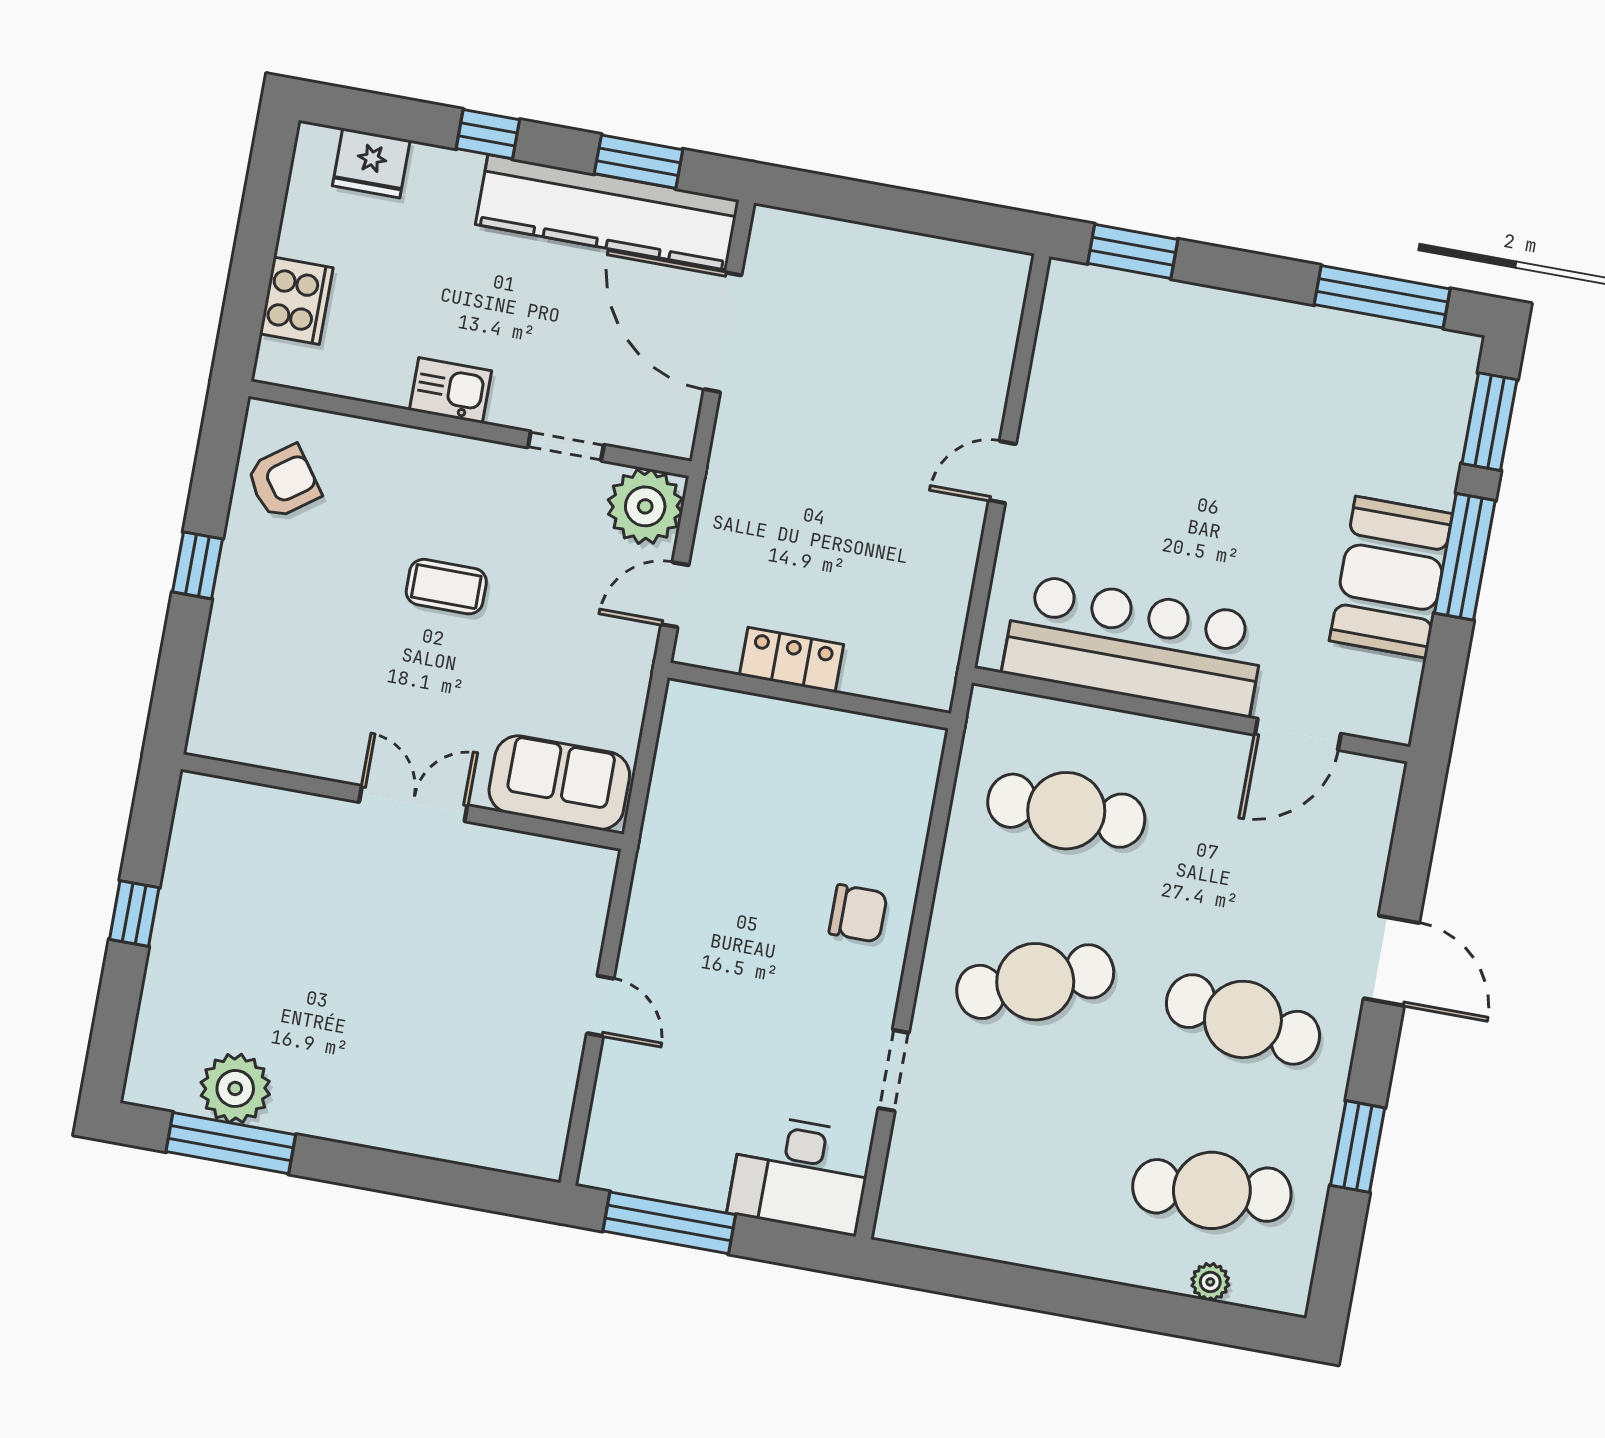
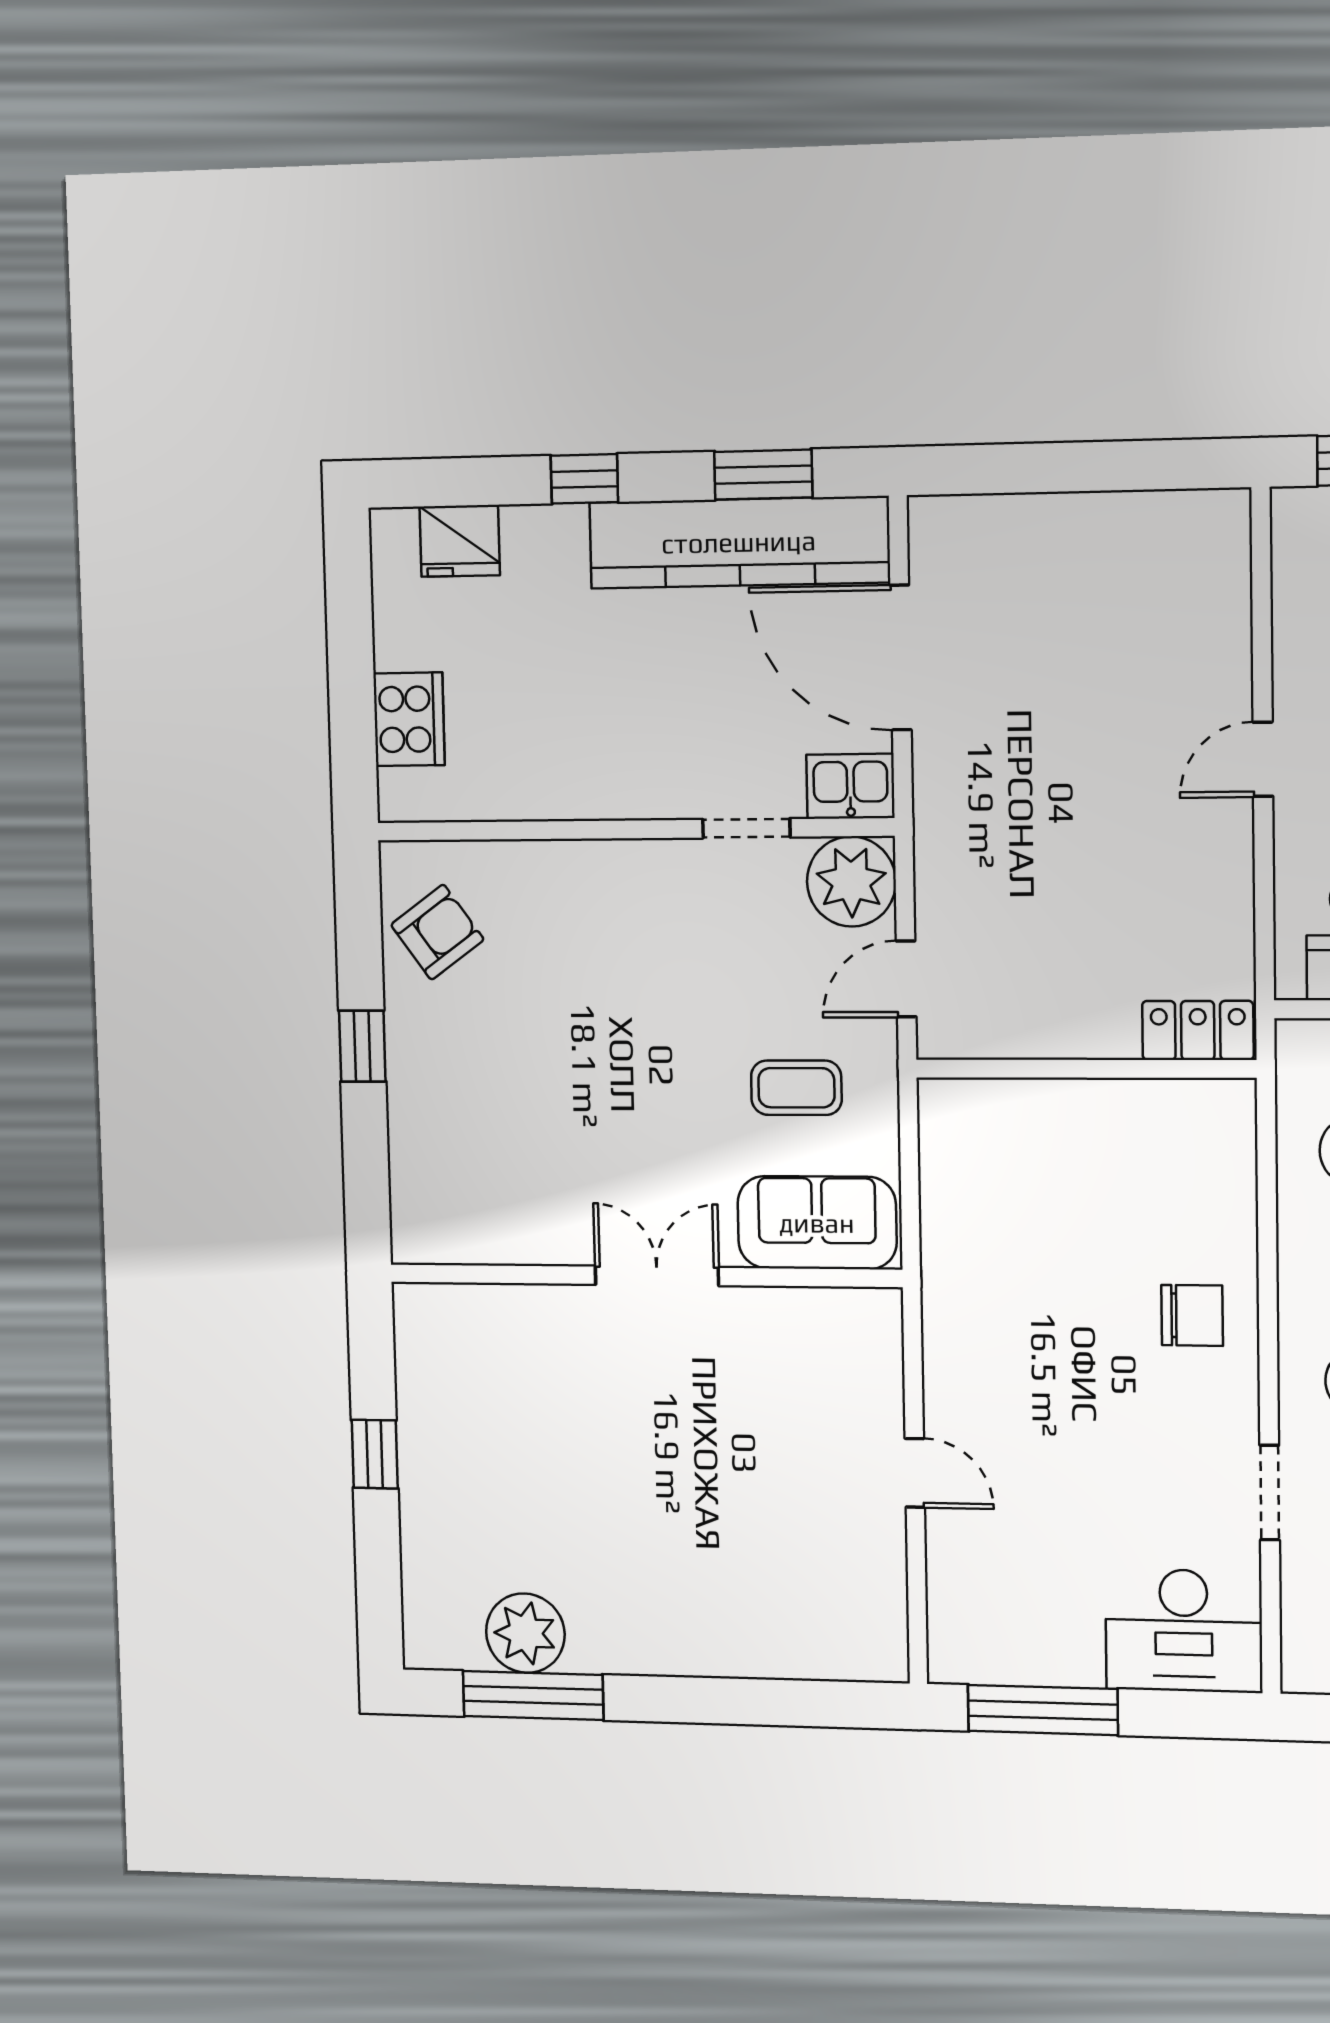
kitchen sink: (450, 390) -> (850, 786), moved
coffee table: (446, 587) -> (796, 1088), moved
locker: (792, 660) -> (1198, 1030), moved

